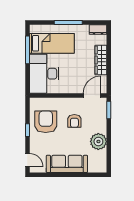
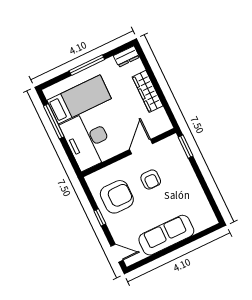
door: (92, 95) -> (141, 147), moved
armchair: (46, 122) -> (117, 197), turned 90
plant: (98, 141) -> (191, 190), removed

